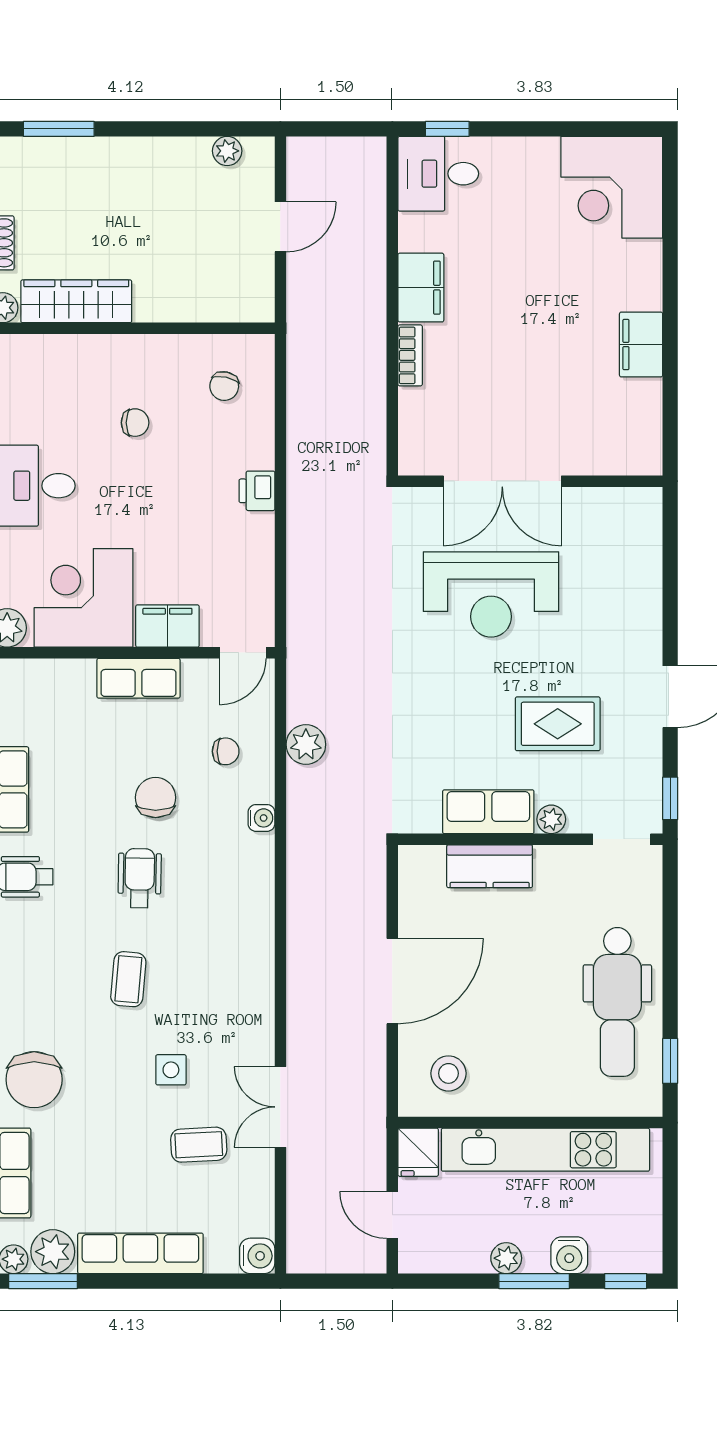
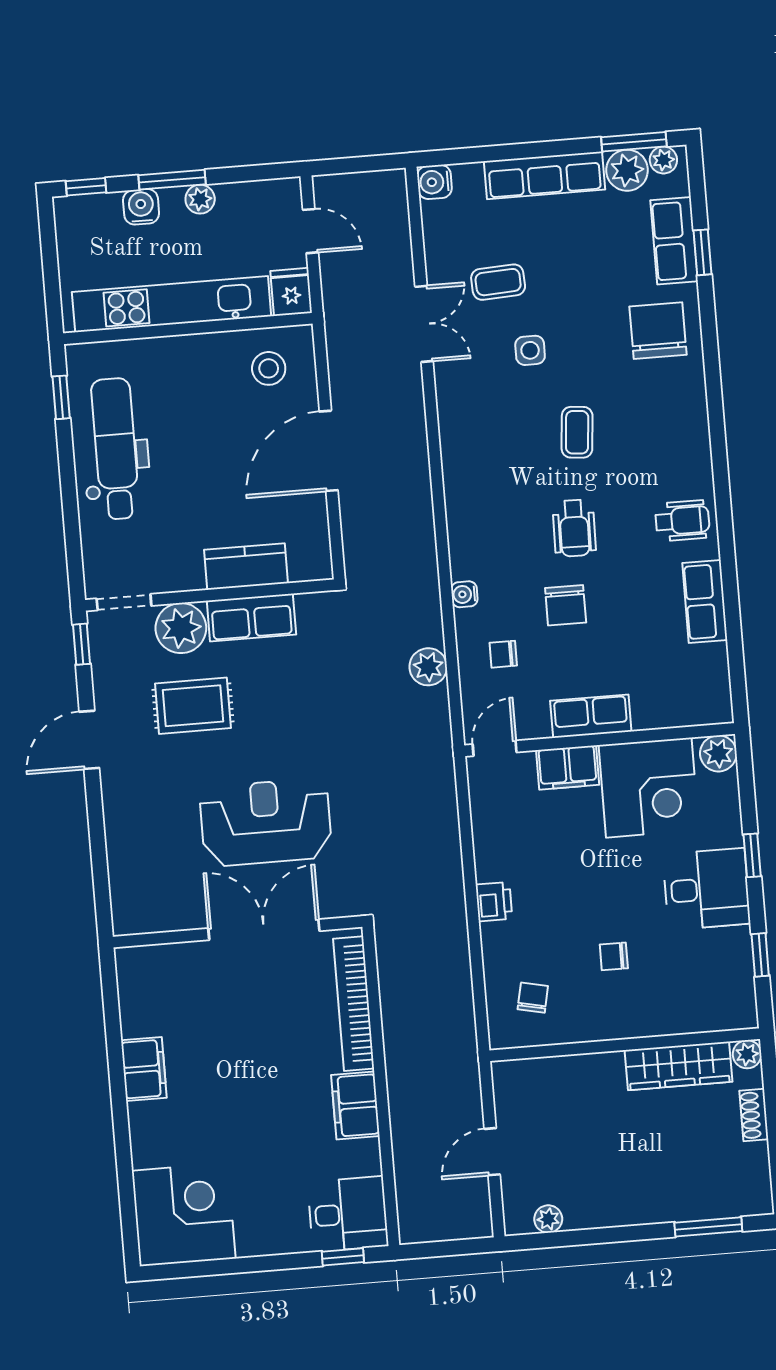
bookcase: (410, 355) -> (354, 1004), width x2.31, depth x1.31
plant: (551, 819) -> (181, 628), width x1.87, depth x1.87

